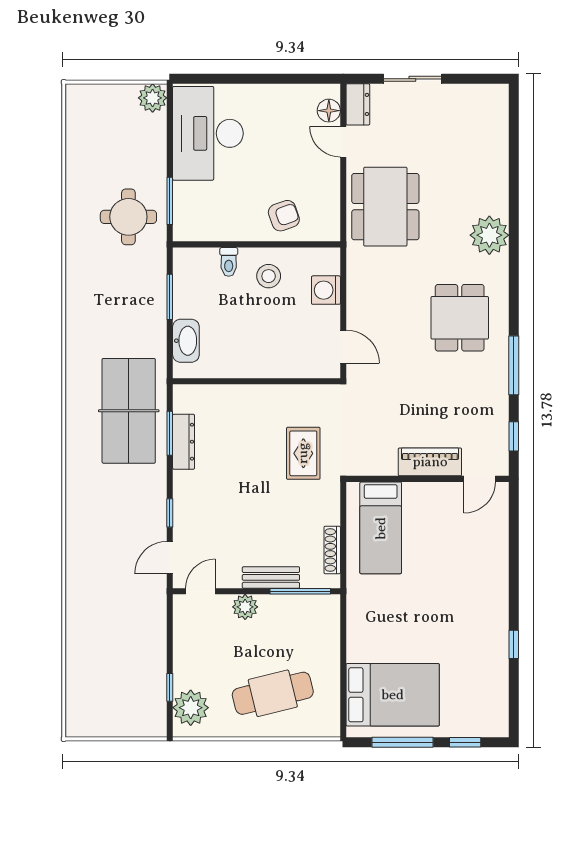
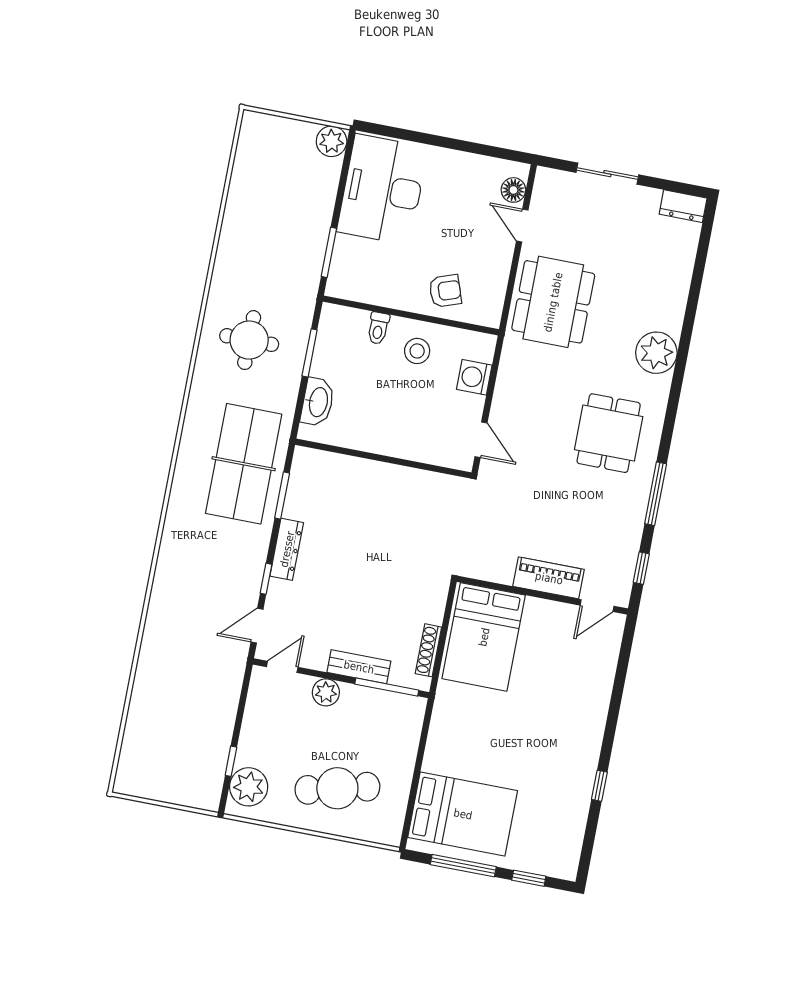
dresser: (358, 104) -> (683, 206), moved, turned 90
round table: (128, 217) -> (249, 340), moved
dresser: (184, 442) -> (287, 549), moved
rug: (303, 453) -> (418, 543), removed
bed: (381, 528) -> (484, 637), width x1.50

